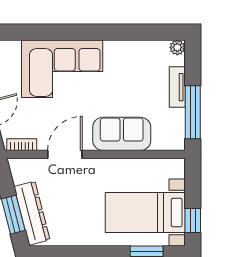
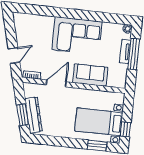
corner sofa: (62, 69) -> (77, 36), moved
window: (193, 112) -> (134, 54), moved

